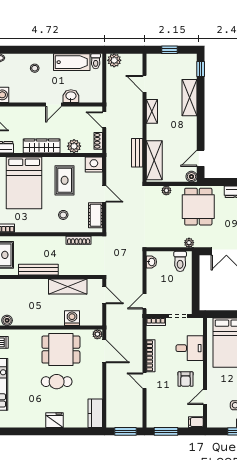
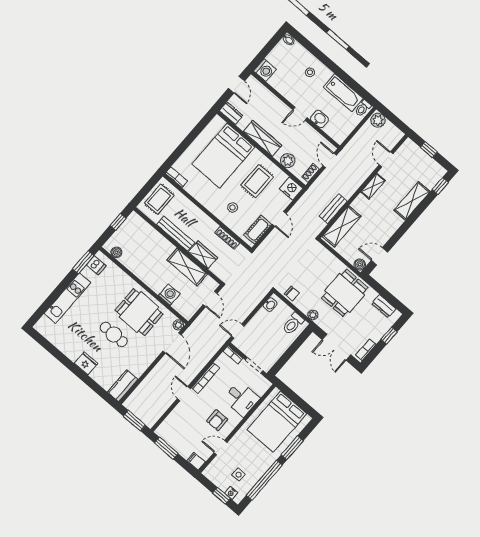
plant: (166, 190) -> (331, 258), removed
chair: (160, 240) -> (292, 293), added
wardrobe: (71, 268) -> (203, 255), added

